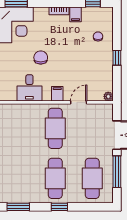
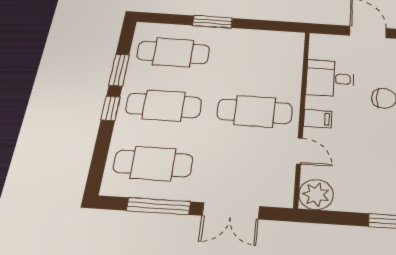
plant: (108, 96) -> (316, 195), width x1.88, depth x1.88
cafe table: (18, 178) -> (173, 52), added
window: (18, 207) -> (119, 70), moved

